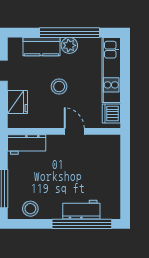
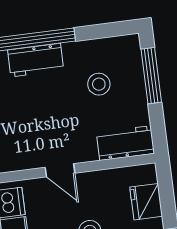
stool: (30, 209) -> (99, 84), moved

